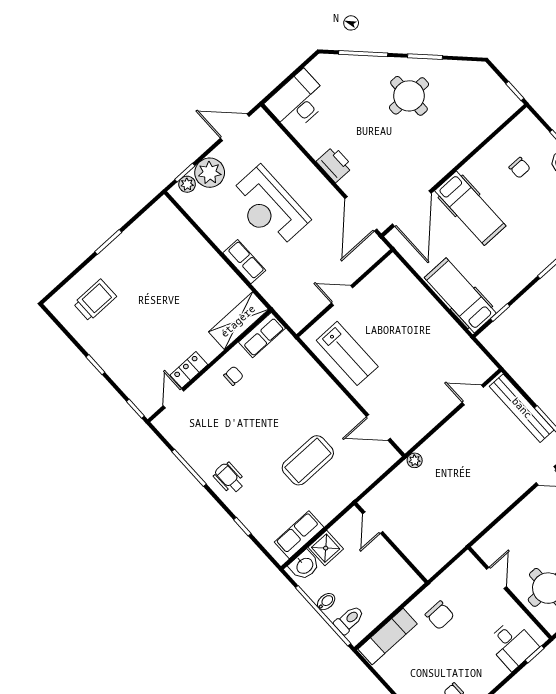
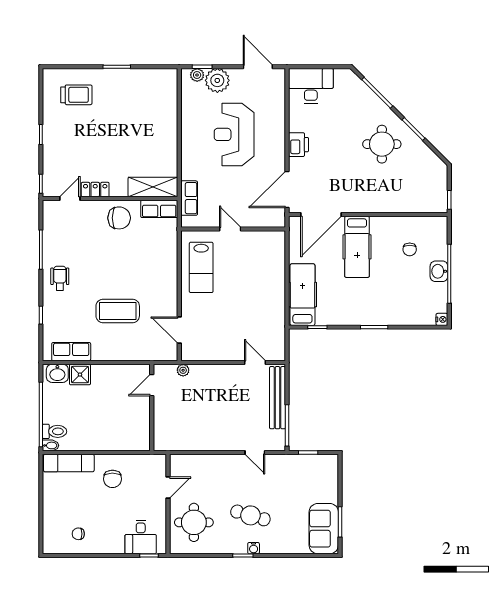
row of seats: (244, 262) -> (189, 198), moved
chair: (233, 376) -> (119, 218), width x1.87, depth x1.87
door: (373, 523) -> (152, 385), moved
wall: (391, 543) -> (152, 408), moved
bidet: (326, 602) -> (51, 445), moved

